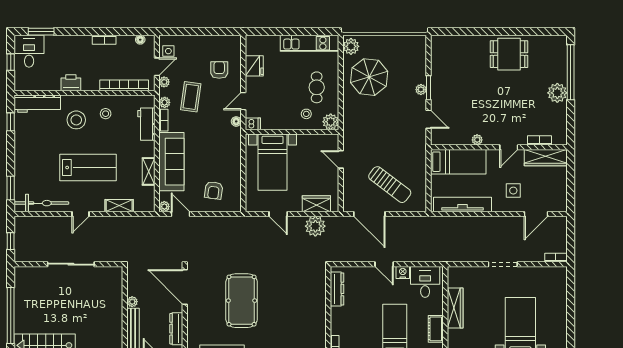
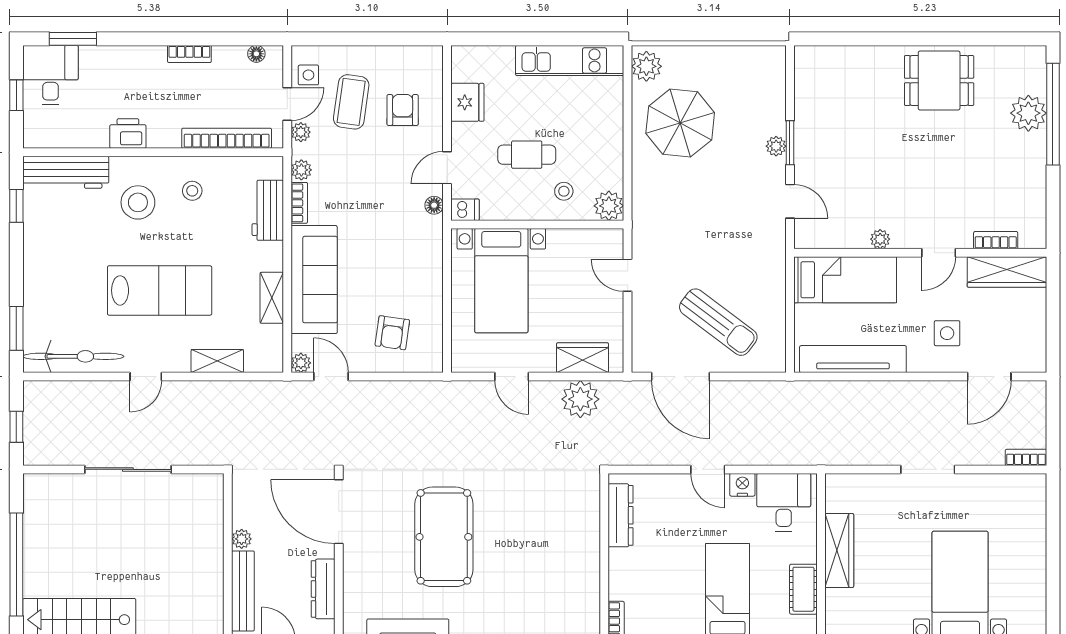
cafe table: (317, 87) -> (527, 155), moved, turned 90
plant: (557, 93) -> (1028, 113), moved
coffee table: (191, 97) -> (351, 102), moved

